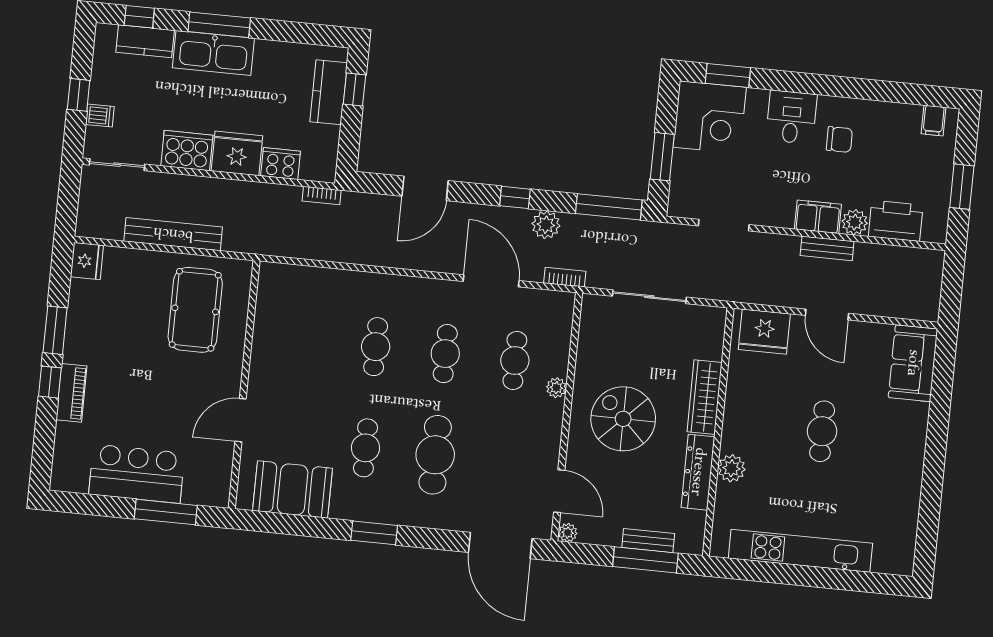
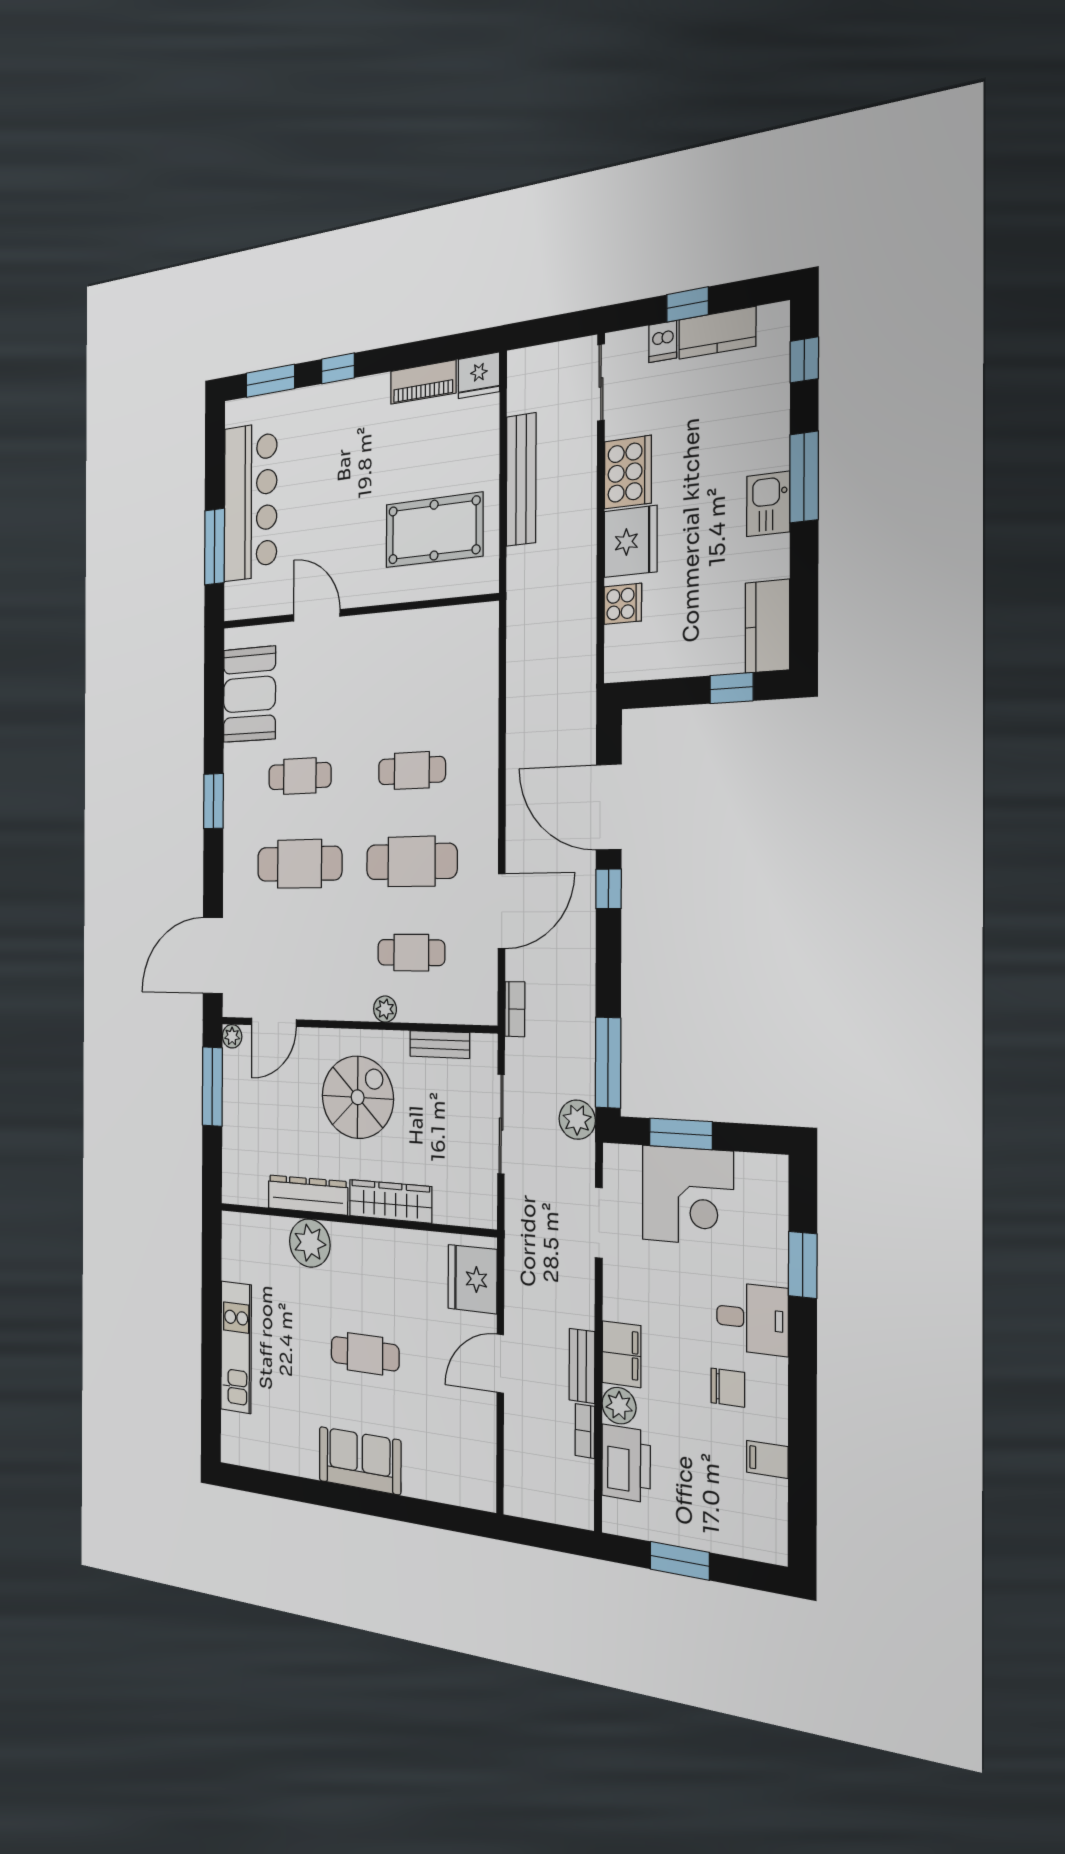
kitchen counter: (145, 41) -> (717, 333), moved, turned -90
kitchen sink: (213, 53) -> (768, 504), width x0.53, depth x0.81
window: (728, 76) -> (803, 1265), moved
kitchen counter: (329, 92) -> (767, 626), moved, turned -90
corner desk: (710, 117) -> (687, 1196), moved, turned -90
filing cabinet: (934, 121) -> (767, 1459), moved
chair: (839, 140) -> (728, 1388), turned -90
cooker: (281, 164) -> (623, 604), width x0.73
door: (425, 188) -> (609, 807), width x1.36
bookcase: (322, 196) -> (585, 1431), moved
window: (515, 197) -> (609, 889), moved
plant: (546, 225) -> (577, 1120), moved
window: (55, 330) -> (270, 381), moved
cafe table: (445, 354) -> (412, 862), width x1.37, depth x1.35
sofa: (913, 363) -> (360, 1461), moved
piano: (71, 393) -> (423, 382), moved
plant: (731, 468) -> (310, 1243), width x1.36, depth x1.36
bar counter: (137, 474) -> (250, 502), width x1.36
bench: (648, 541) -> (440, 1044), moved, turned 90
kitchen unit: (800, 551) -> (236, 1347), width x0.73
window: (645, 560) -> (212, 1087), moved

